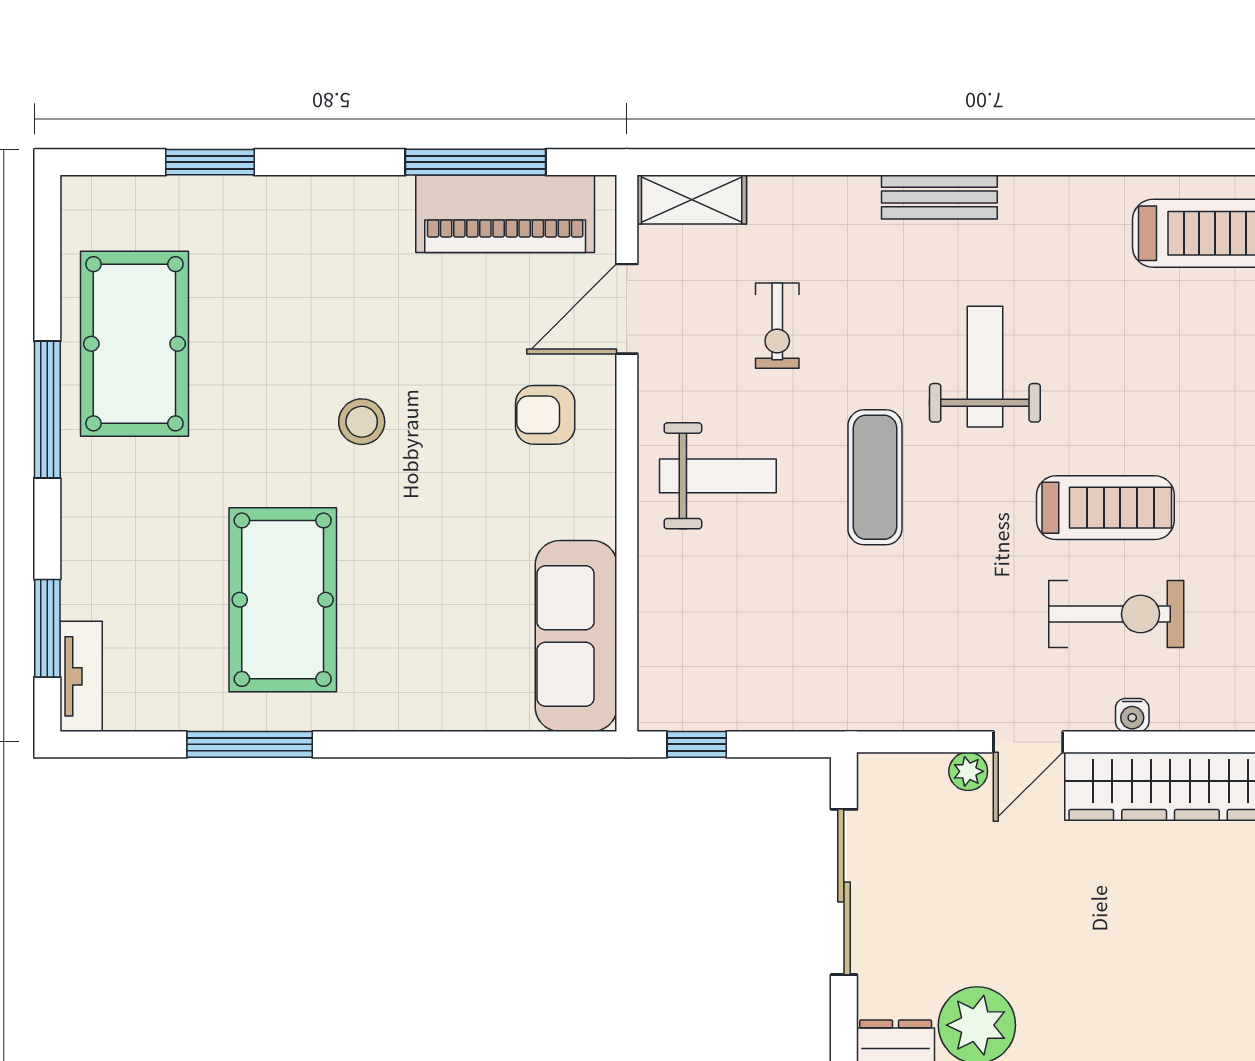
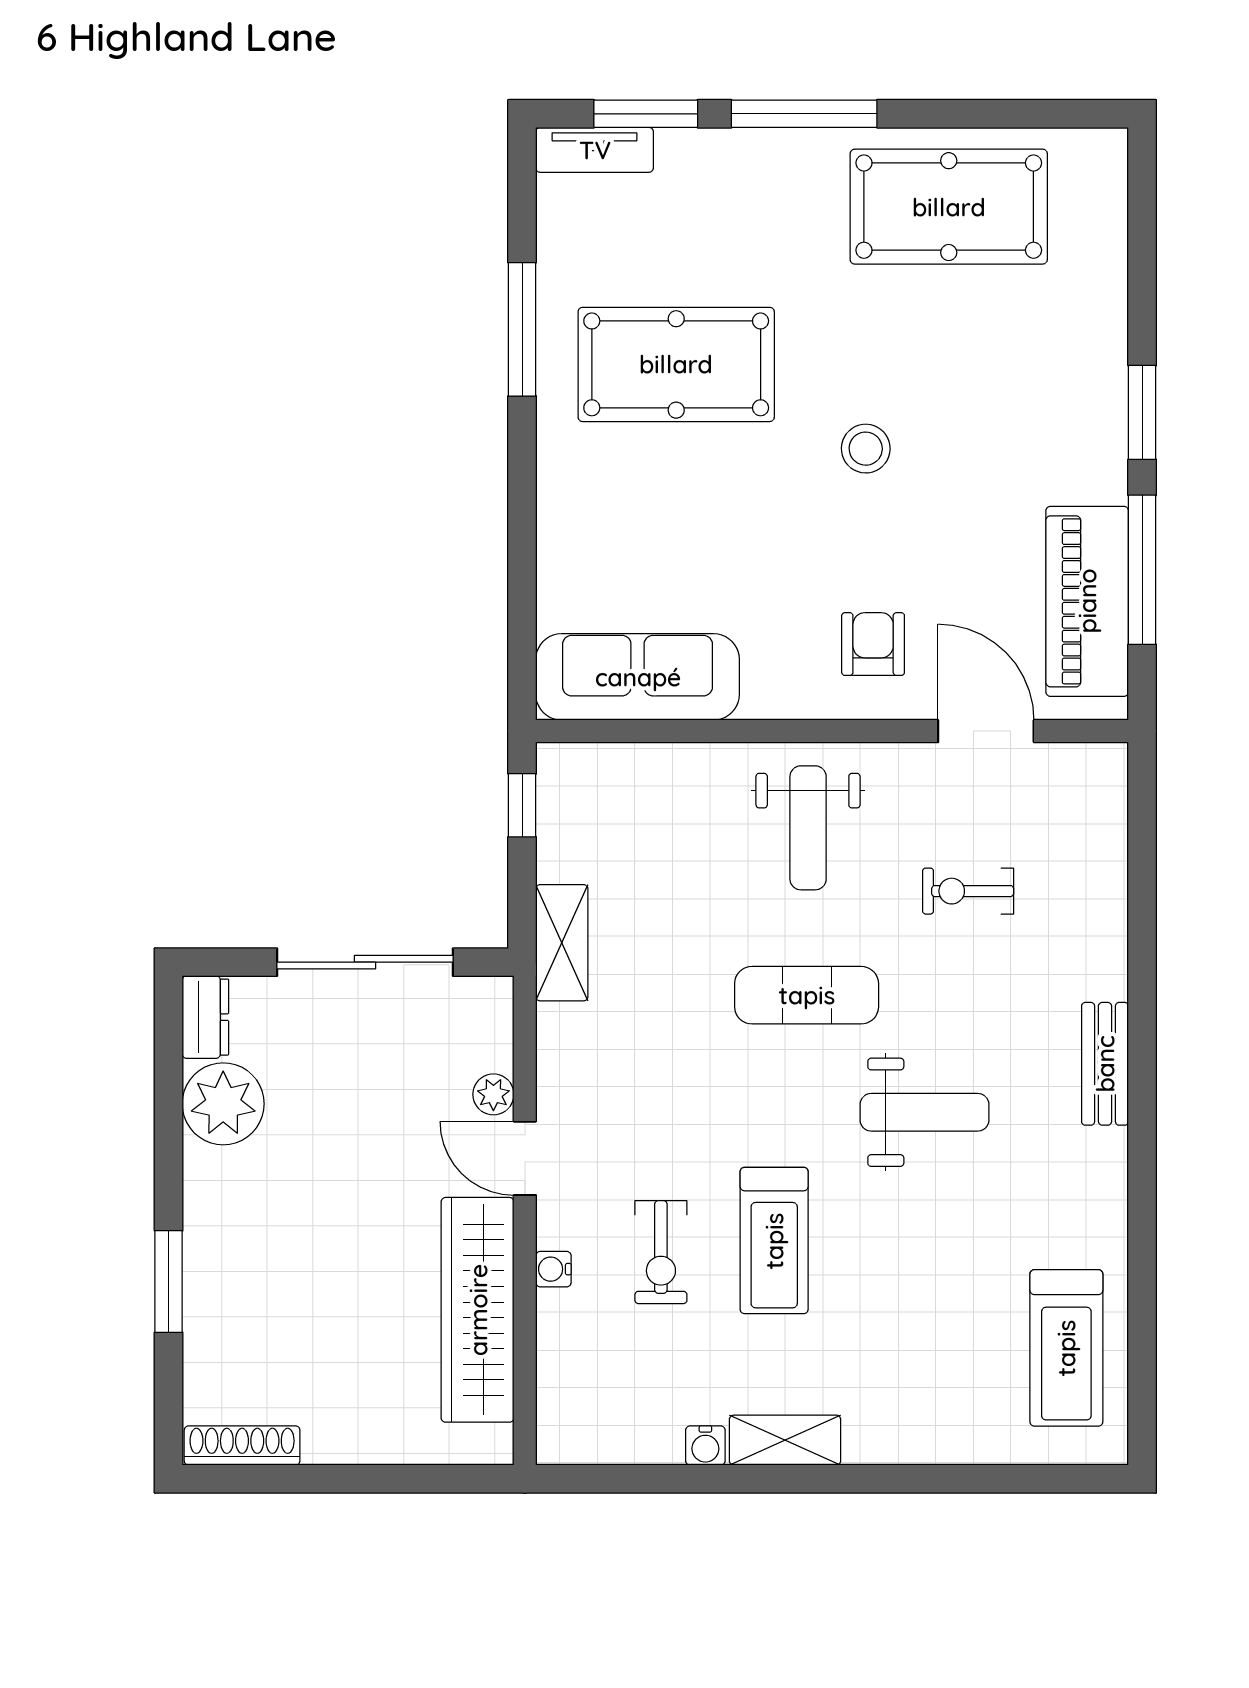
window: (210, 162) -> (1142, 412), moved
shelving: (692, 200) -> (562, 943), moved
window: (47, 410) -> (804, 114), moved
exercise bike: (1116, 614) -> (661, 1252), width x0.73, depth x0.72

